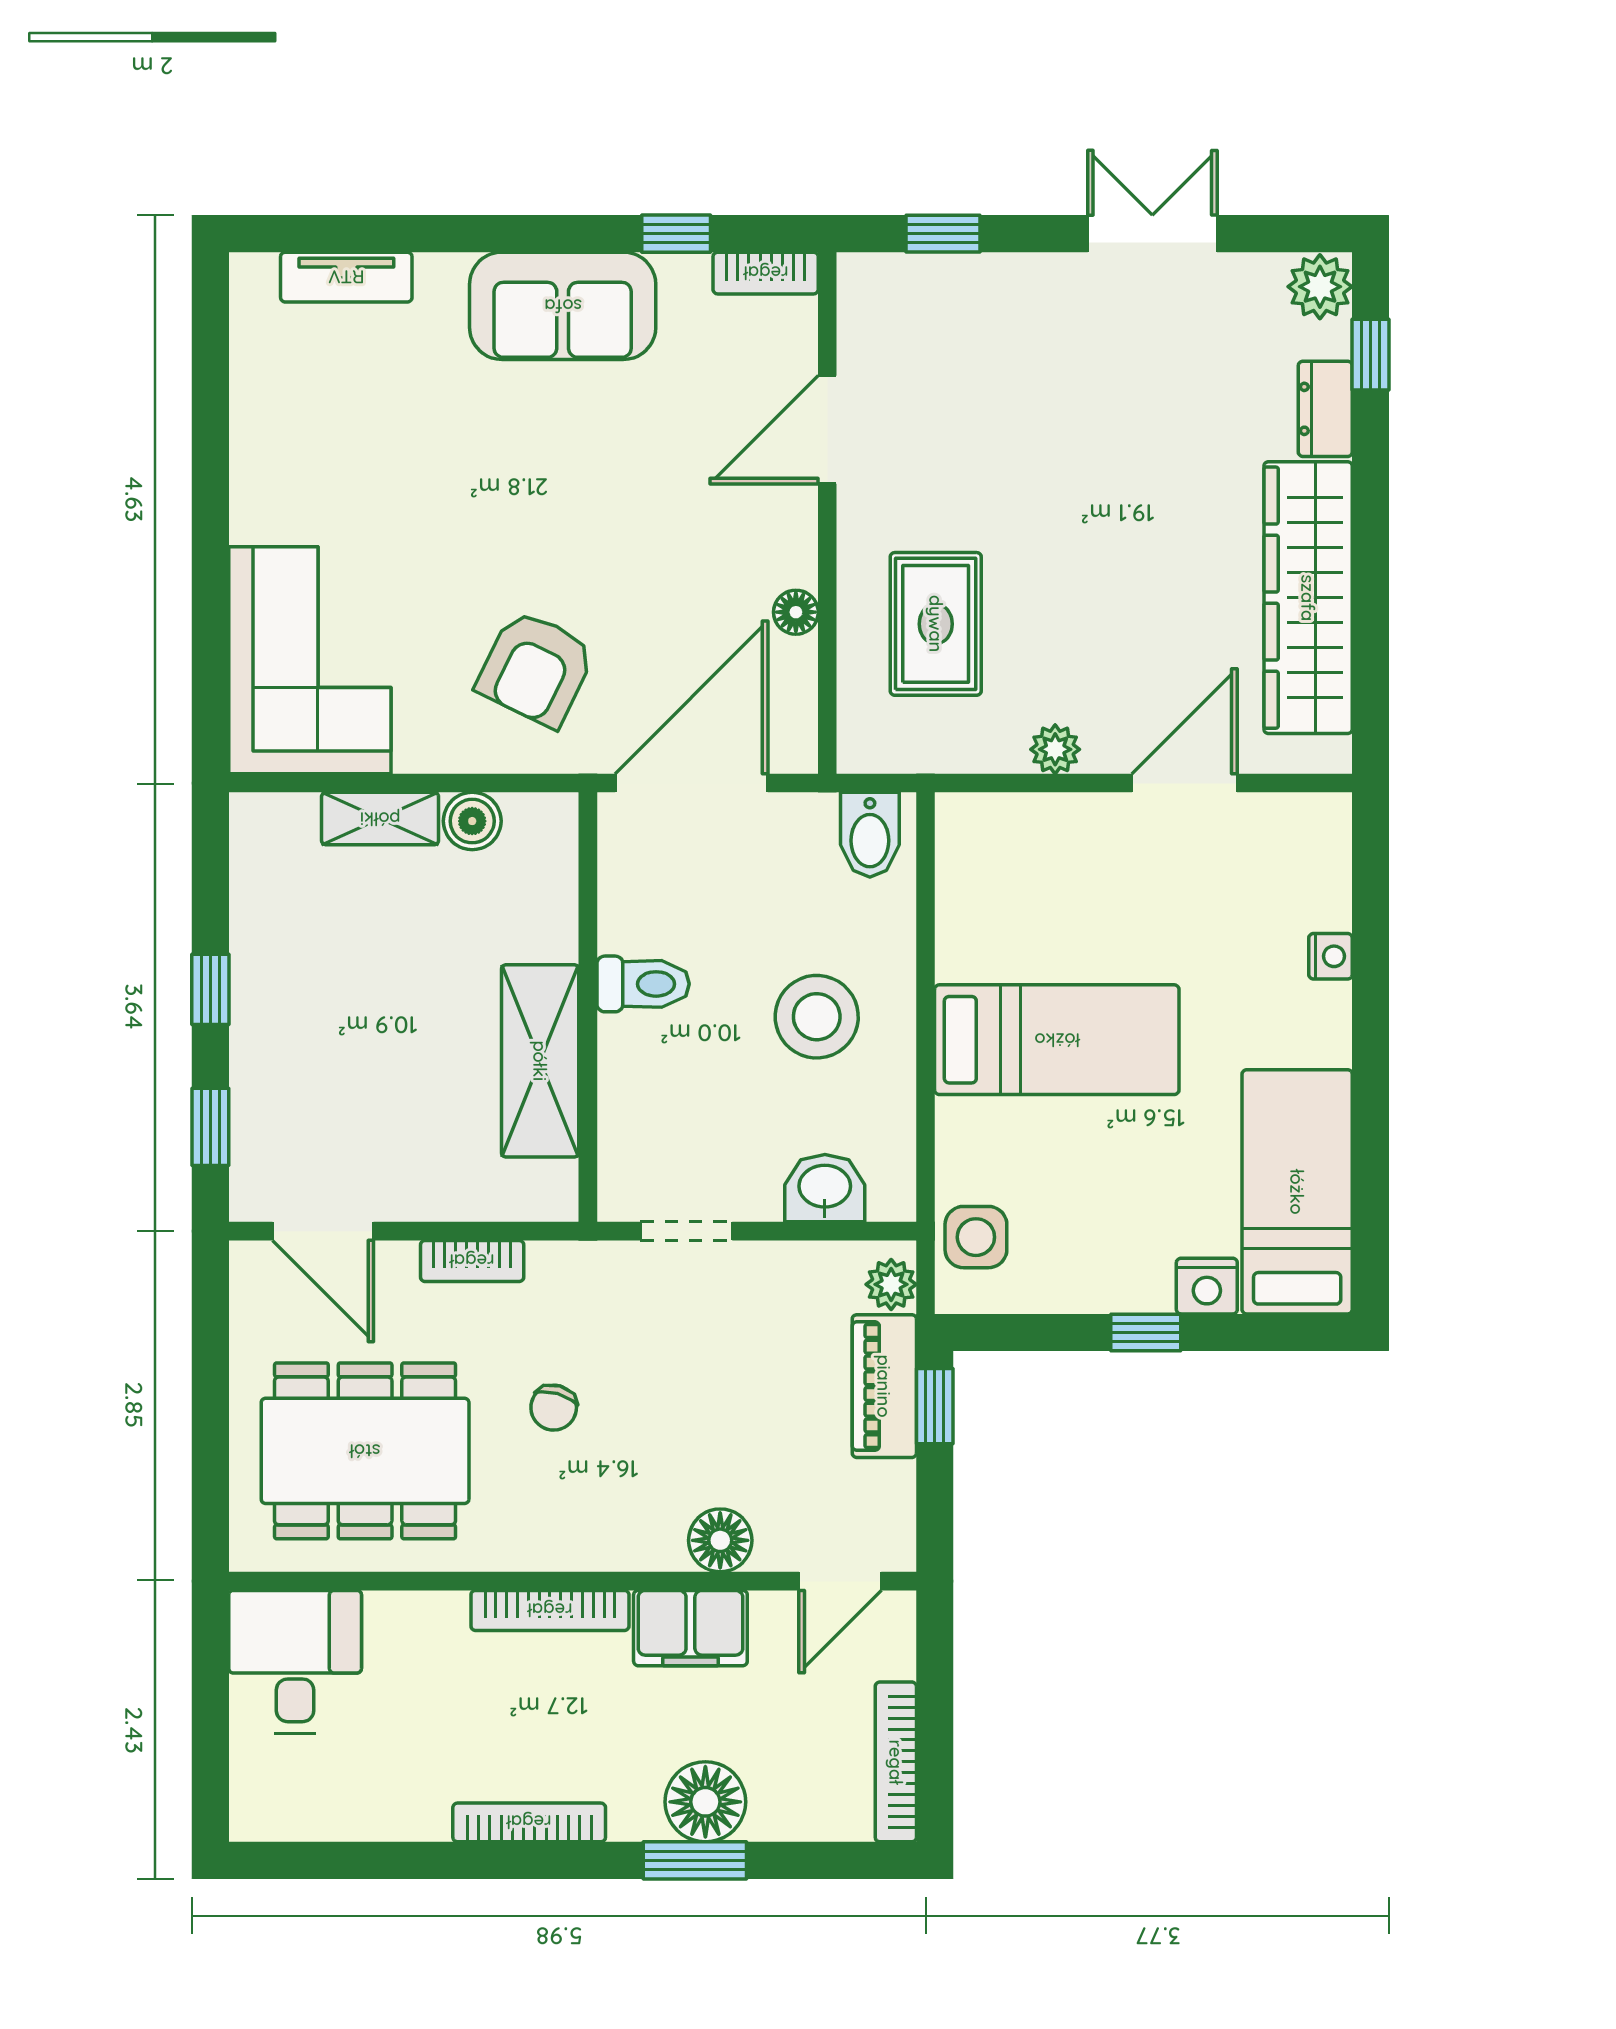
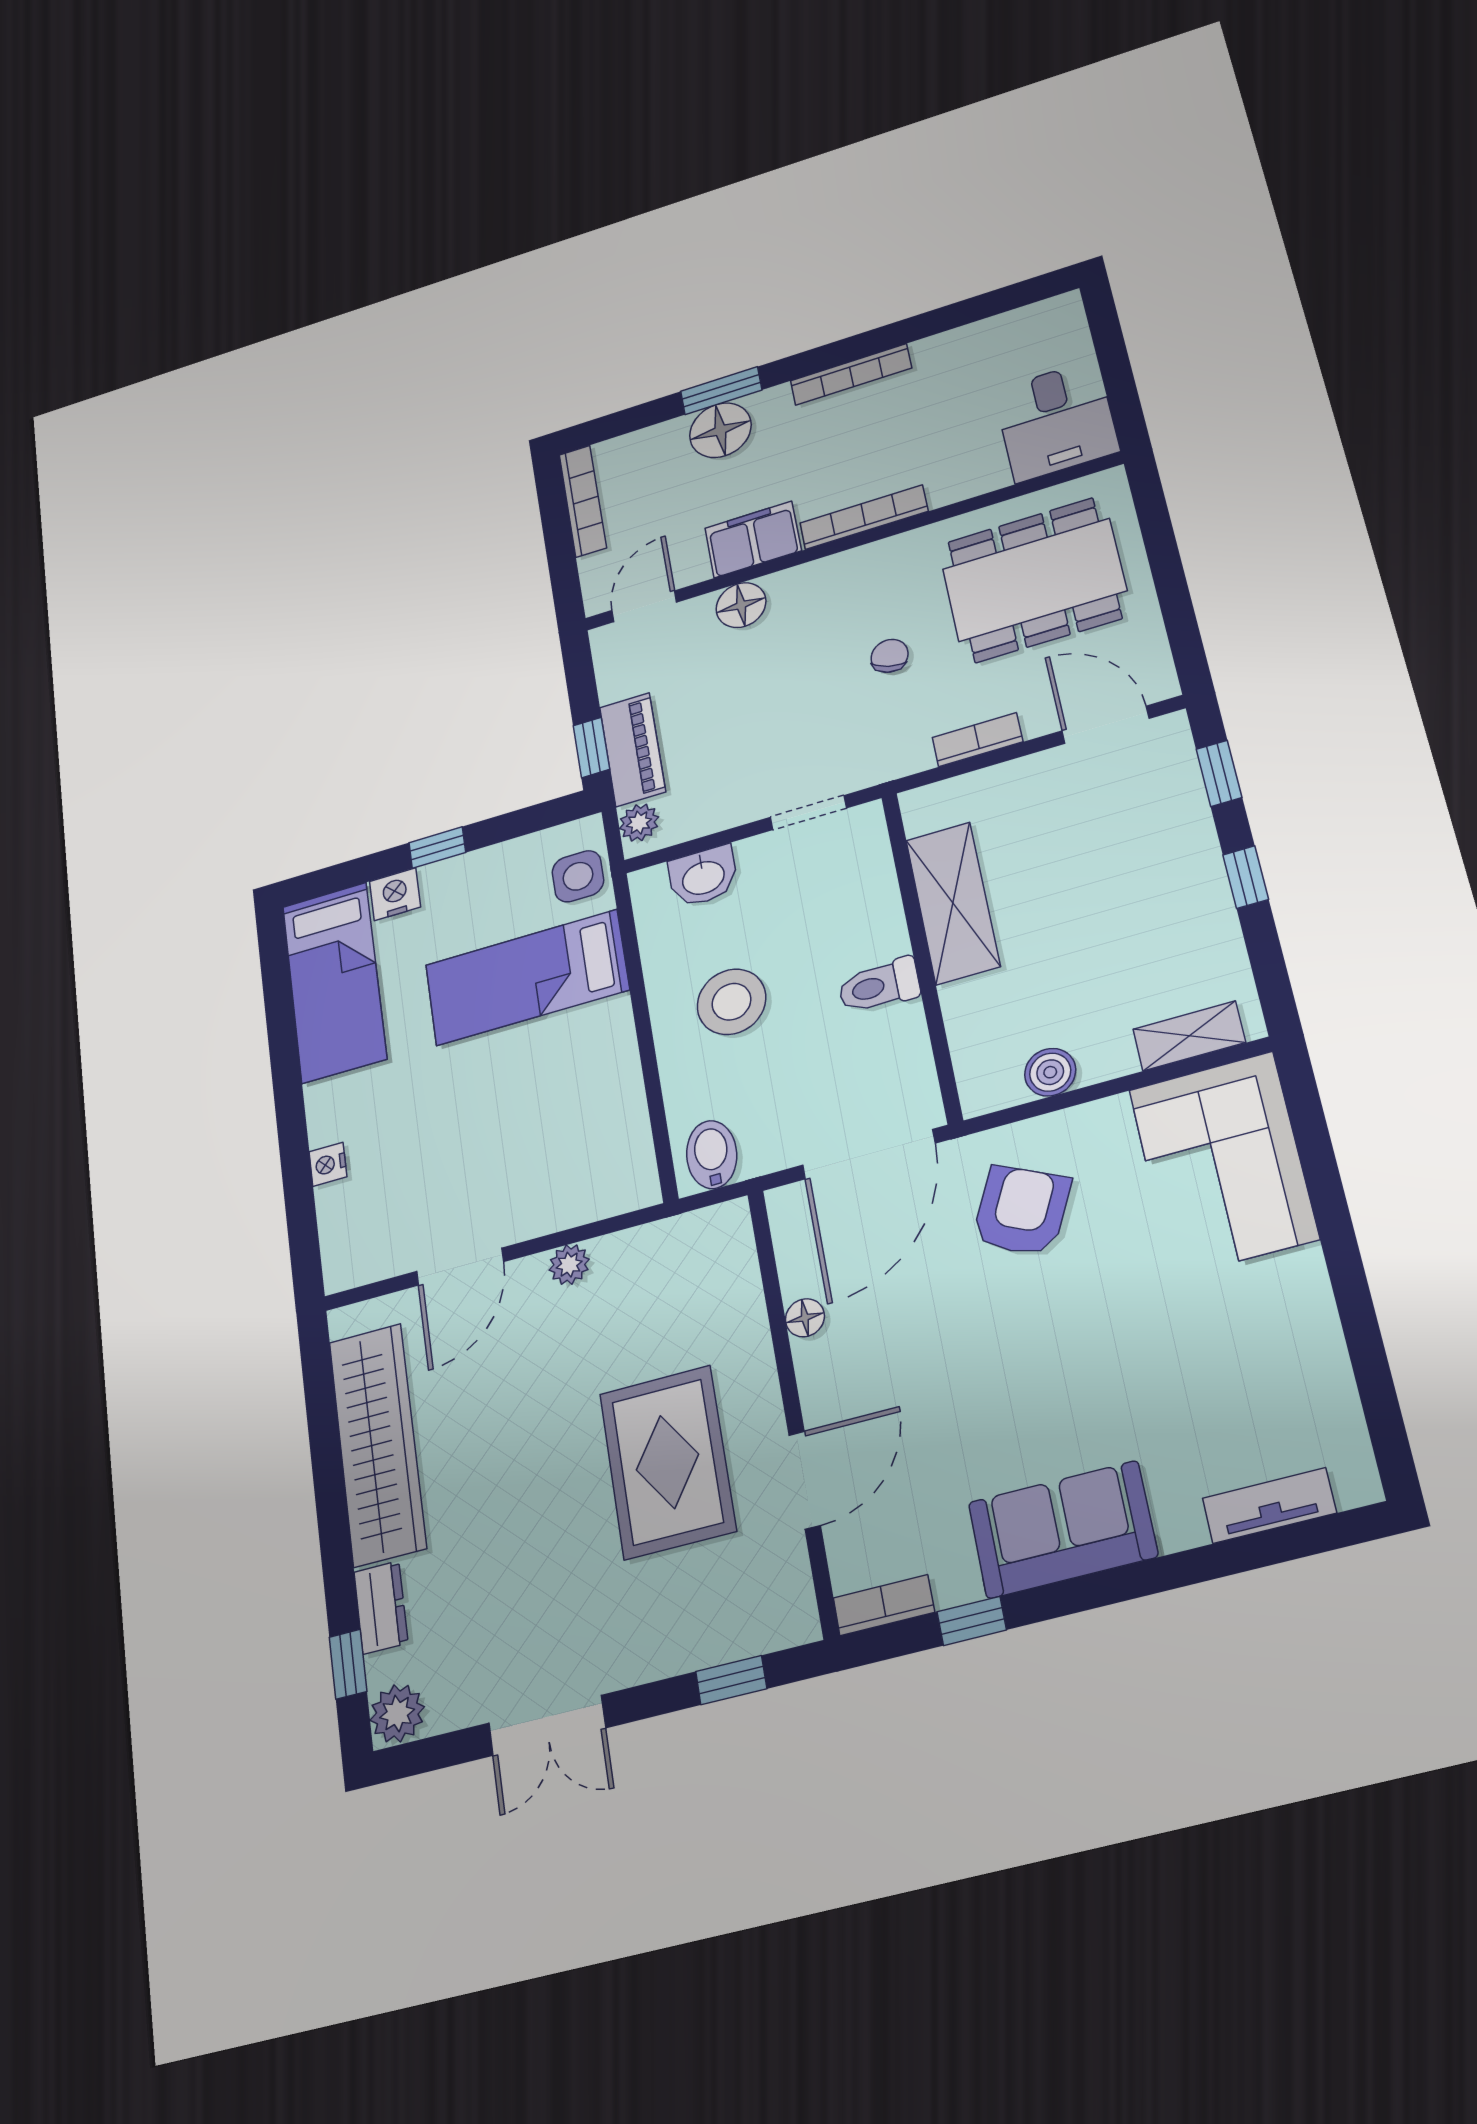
rug: (936, 624) -> (667, 1462), moved, width x1.36, depth x1.43
shelving: (380, 819) -> (1189, 1036), moved
bed: (1057, 1040) -> (527, 977), moved

